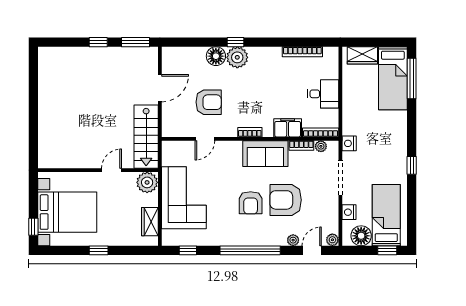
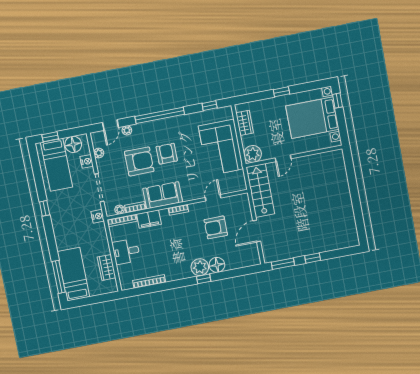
wardrobe: (362, 55) -> (107, 267), moved, turned -90
plant: (332, 240) -> (99, 153), moved

